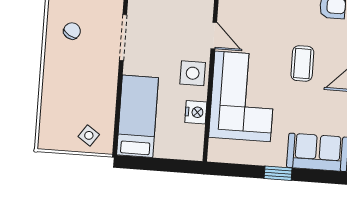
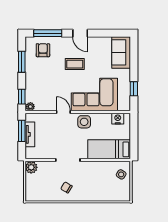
door: (214, 36) -> (63, 112), hinge flipped
nightstand: (196, 112) -> (118, 119), moved
window: (278, 173) -> (134, 89), moved

